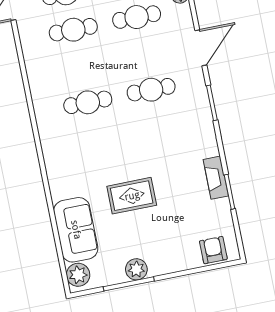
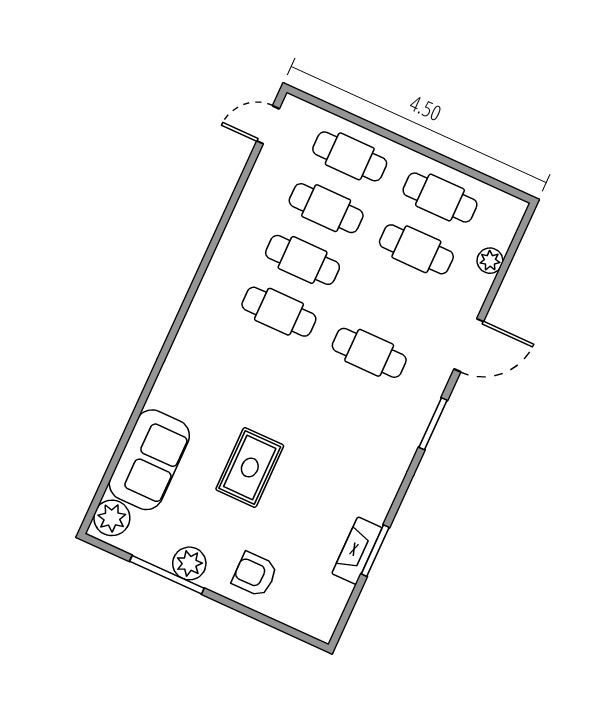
cafe table: (81, 66) -> (303, 260), added
fireplace: (216, 178) -> (357, 551), moved
rug: (132, 196) -> (250, 467), turned 90
armchair: (213, 250) -> (255, 574), moved, turned -90

